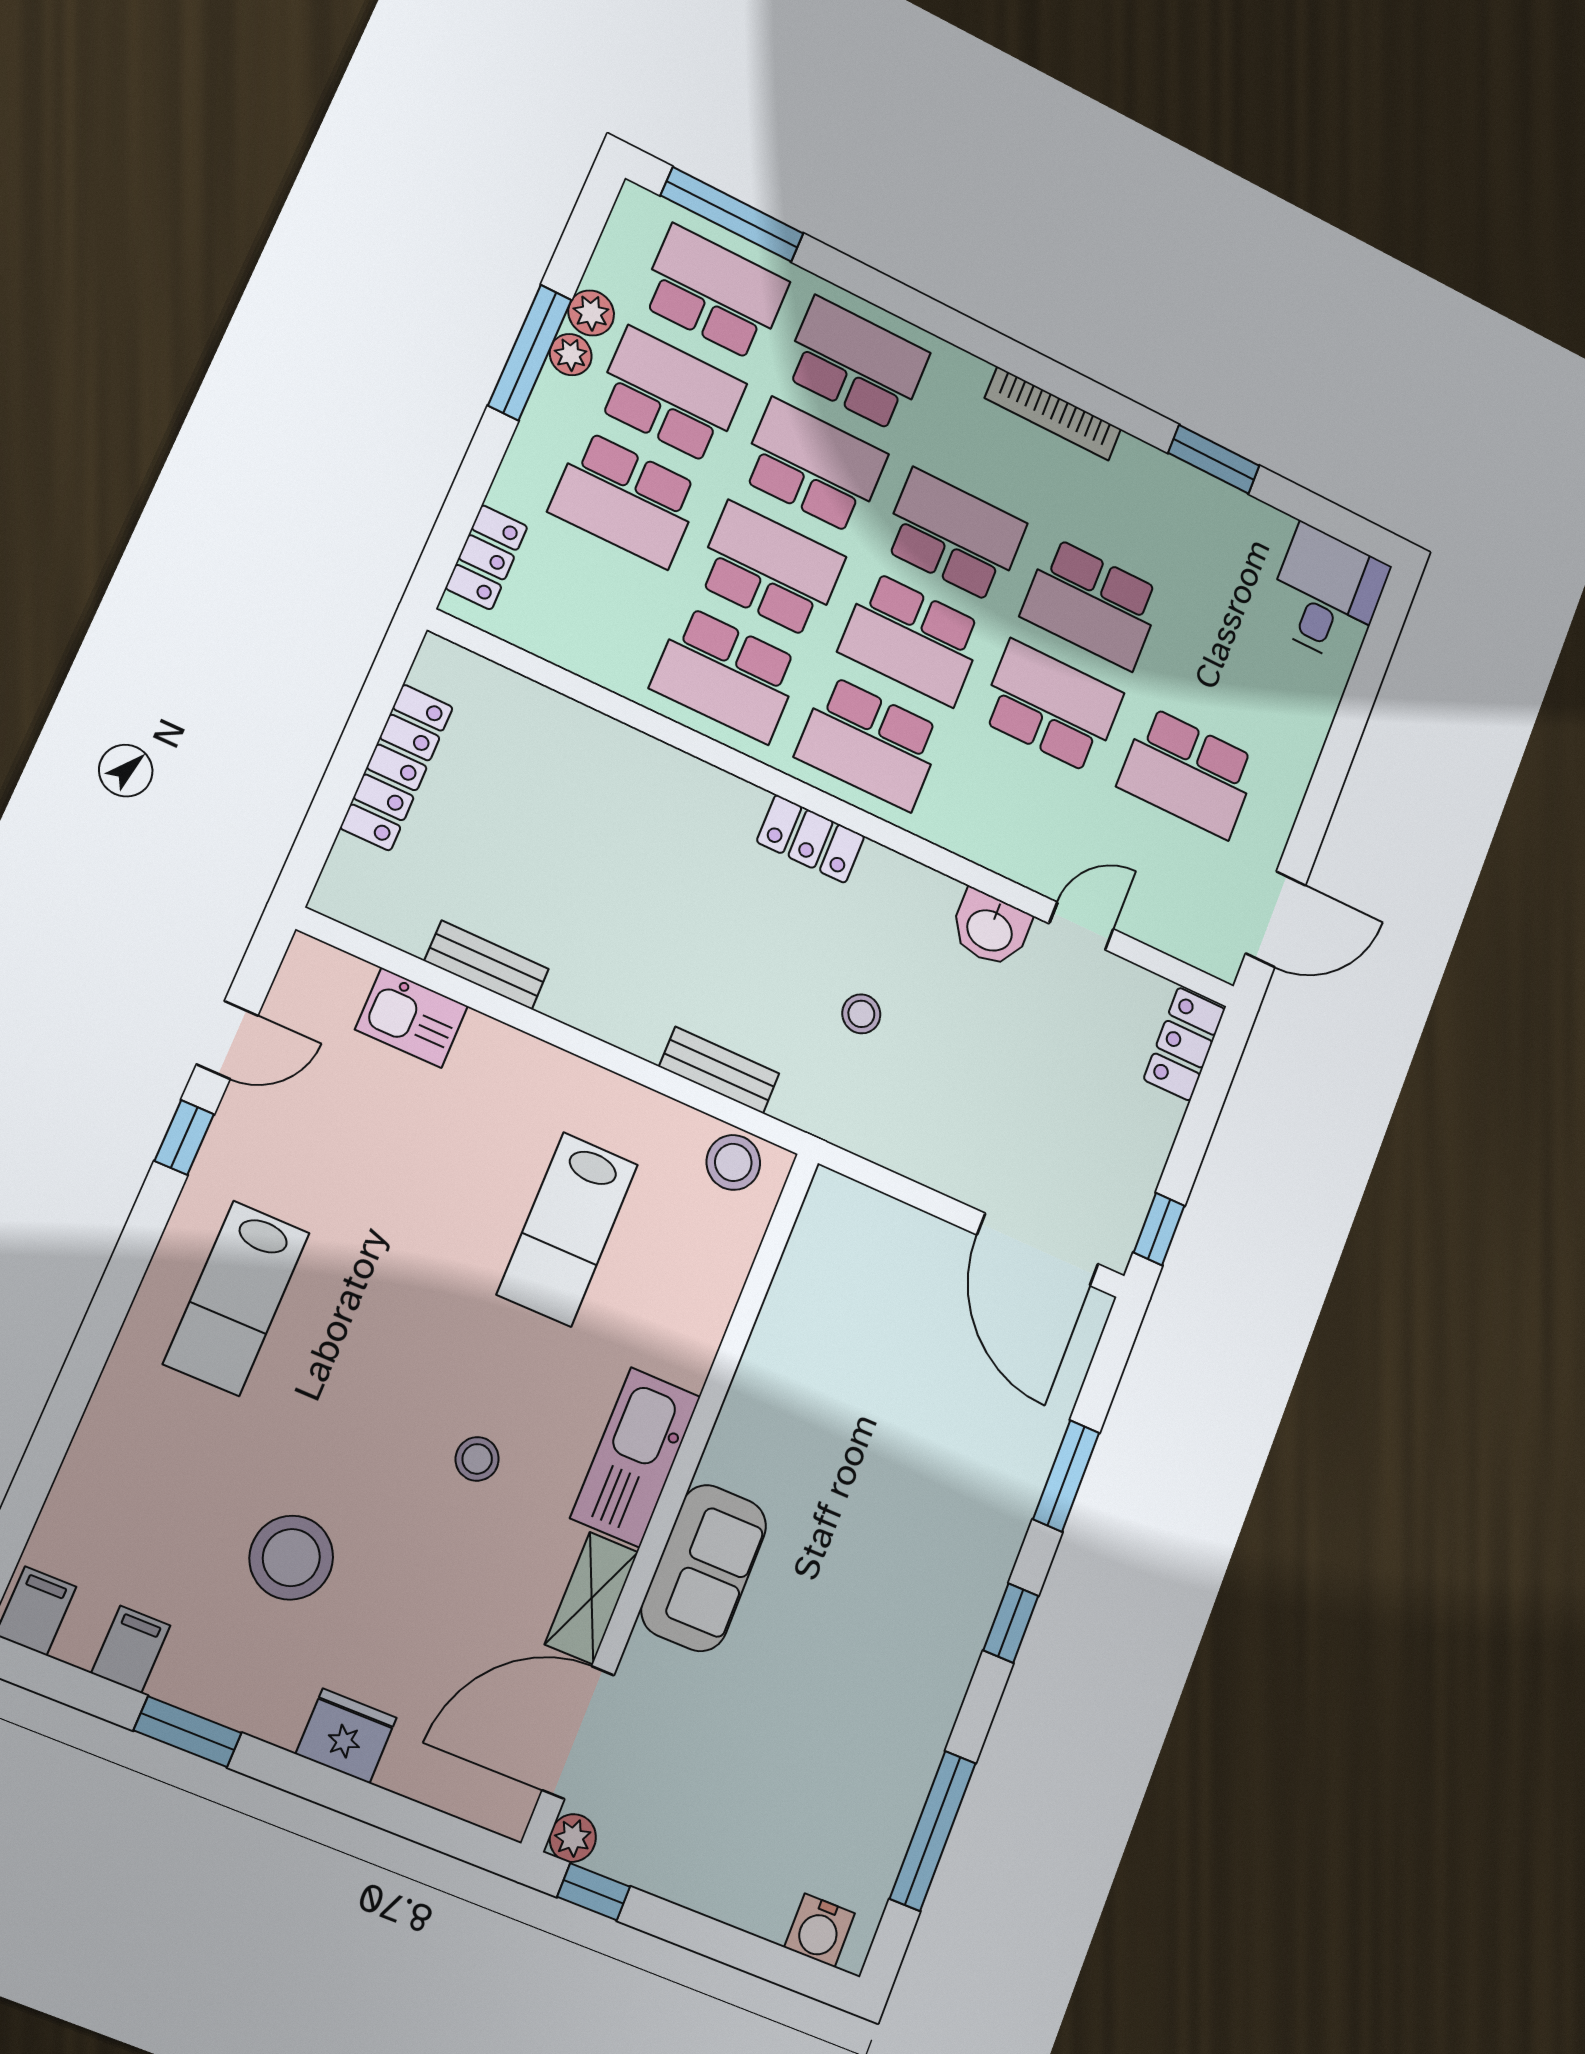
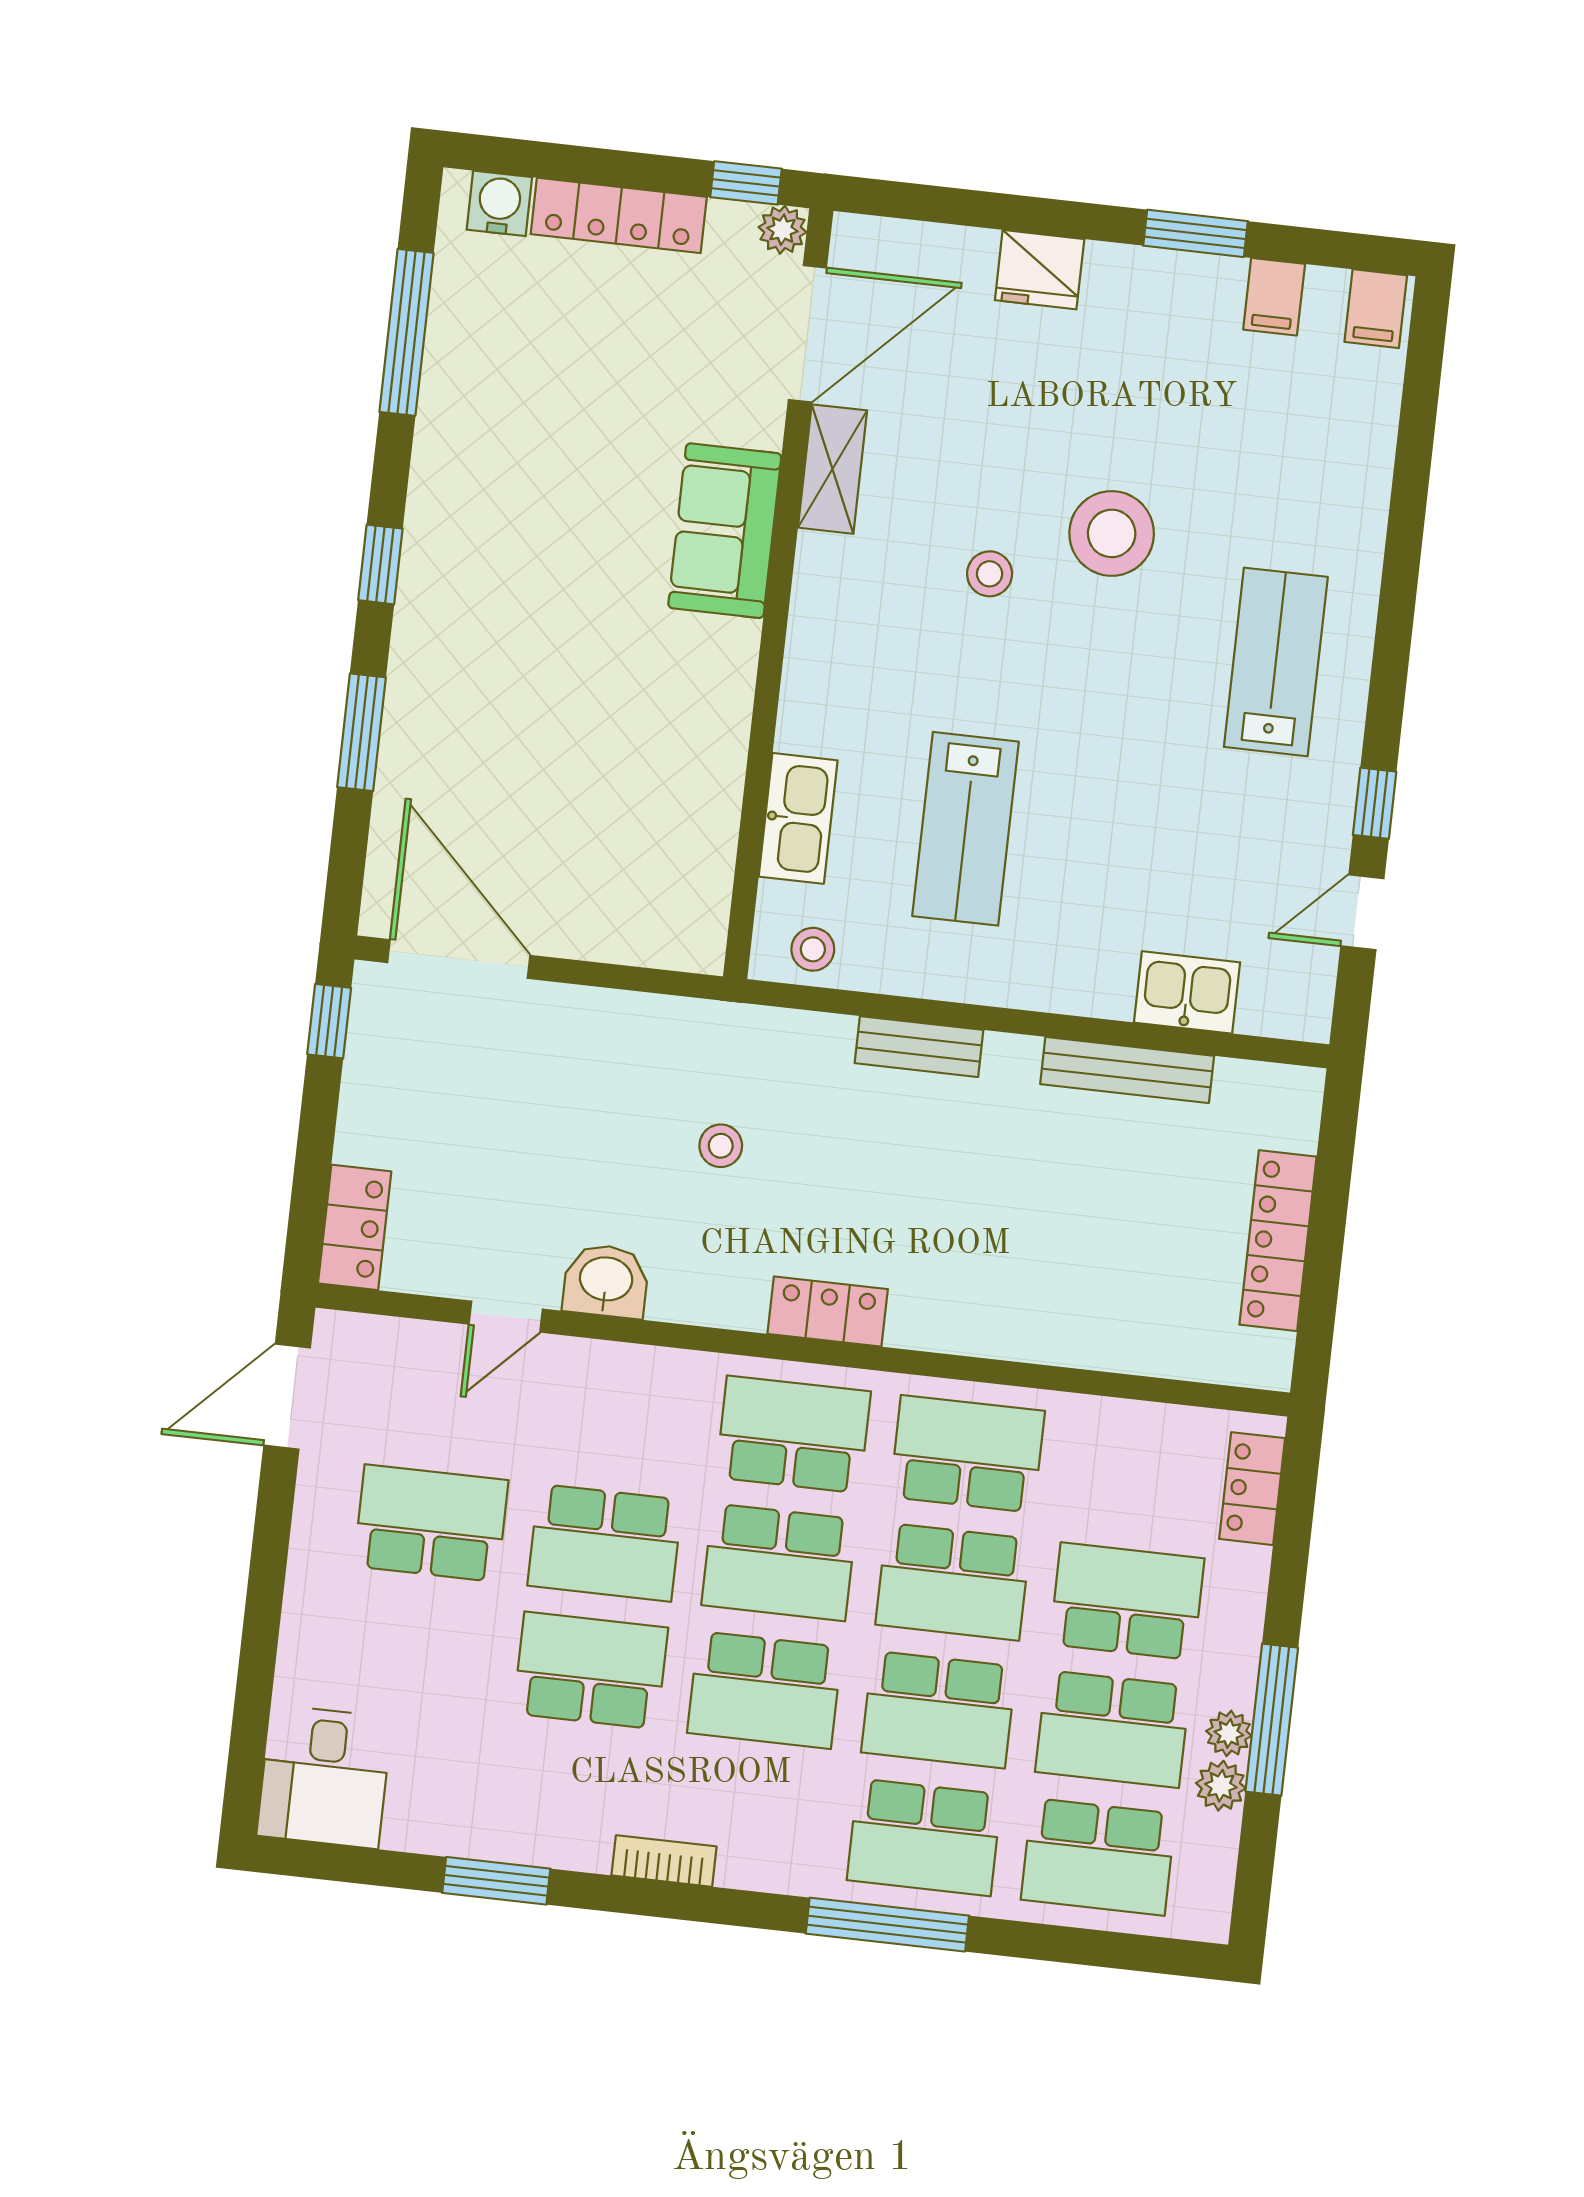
window: (732, 214) -> (887, 1925), moved
bookcase: (1053, 414) -> (664, 1861), width x0.64
school desk: (912, 639) -> (779, 1562), turned 180
bench: (487, 965) -> (1127, 1070), width x1.36
bench: (719, 1070) -> (919, 1047), moved
stool: (733, 1162) -> (813, 949), width x0.73, depth x0.73
lab bench: (567, 1229) -> (965, 829), turned 180
kitchen sink: (635, 1457) -> (798, 818), moved, width x0.73, depth x0.81
stool: (291, 1558) -> (1112, 533), moved
locker: (717, 1891) -> (619, 215), added

